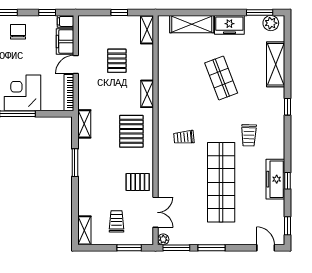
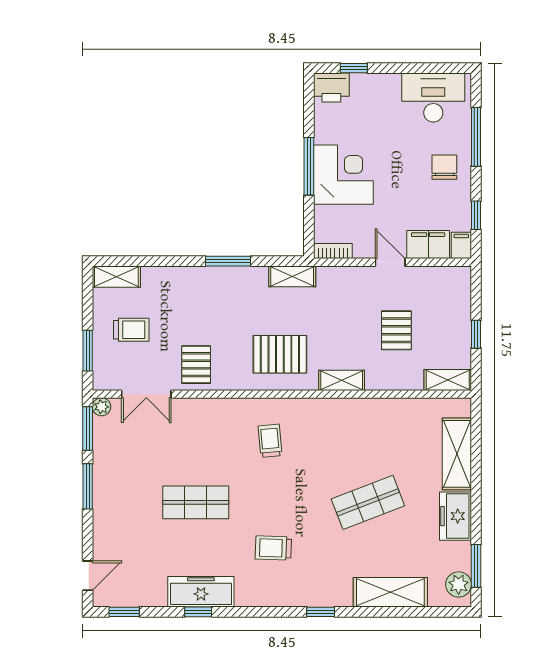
chair: (18, 32) -> (444, 167), turned -90
pallet: (117, 61) -> (396, 330), turned 90
bookcase: (69, 93) -> (333, 251), width x0.64
shop shelf: (221, 182) -> (196, 502), width x0.50, depth x0.74

